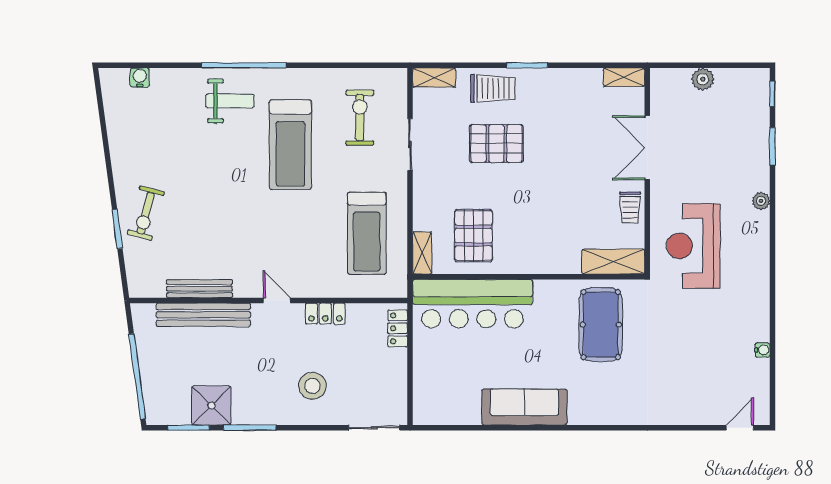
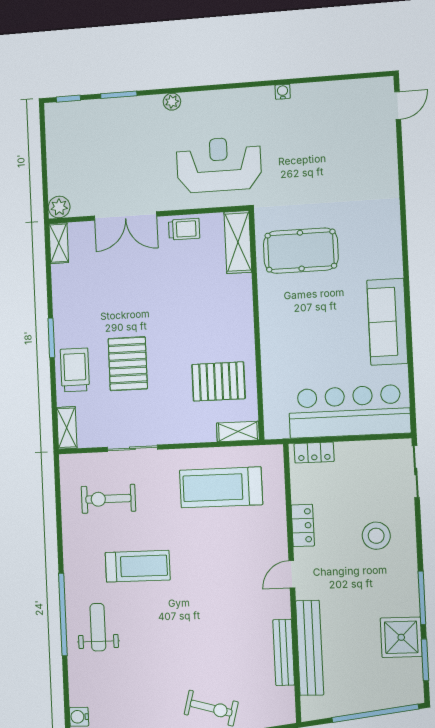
plant: (703, 79) -> (59, 207), moved
treadmill: (290, 145) -> (138, 566), width x0.73, depth x0.73
treadmill: (367, 233) -> (221, 487), turned 180
reception desk: (693, 246) -> (219, 165), turned 180
bar counter: (473, 304) -> (349, 411), moved, turned -90
water cooler: (763, 350) -> (283, 92), moved
door: (740, 428) -> (398, 105), swing flipped

